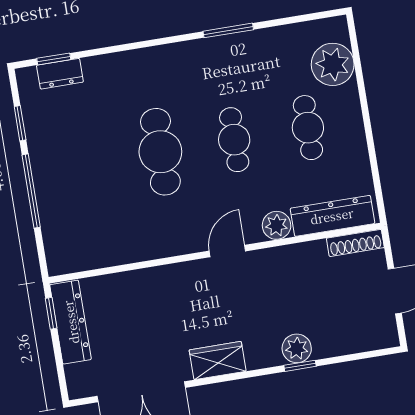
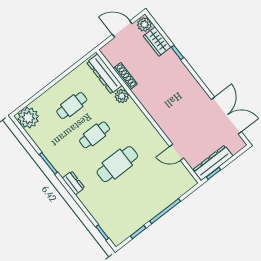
plant: (333, 64) -> (28, 118), moved
dresser: (60, 74) -> (73, 183), moved
shoe rack: (355, 243) -> (125, 76), moved
door: (227, 251) -> (177, 152), moved
plant: (297, 348) -> (144, 24), moved
wardrobe: (218, 361) -> (157, 41), moved

